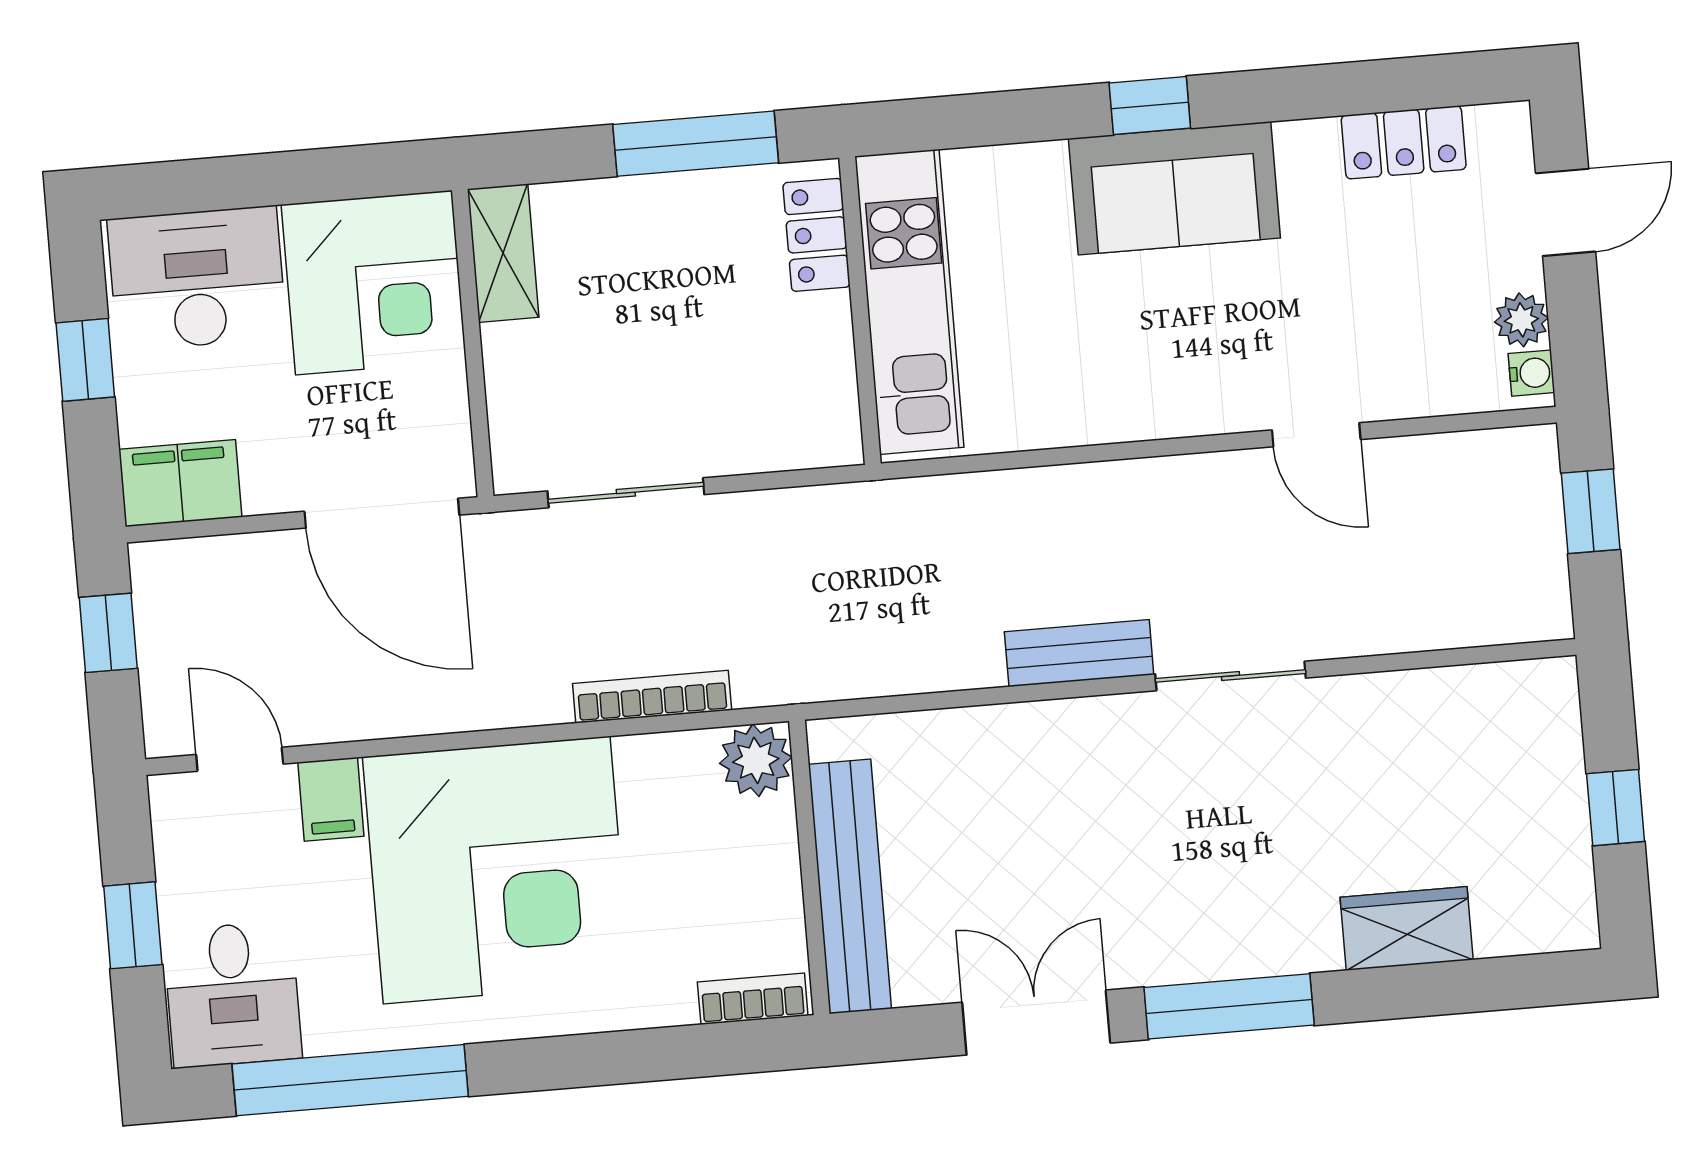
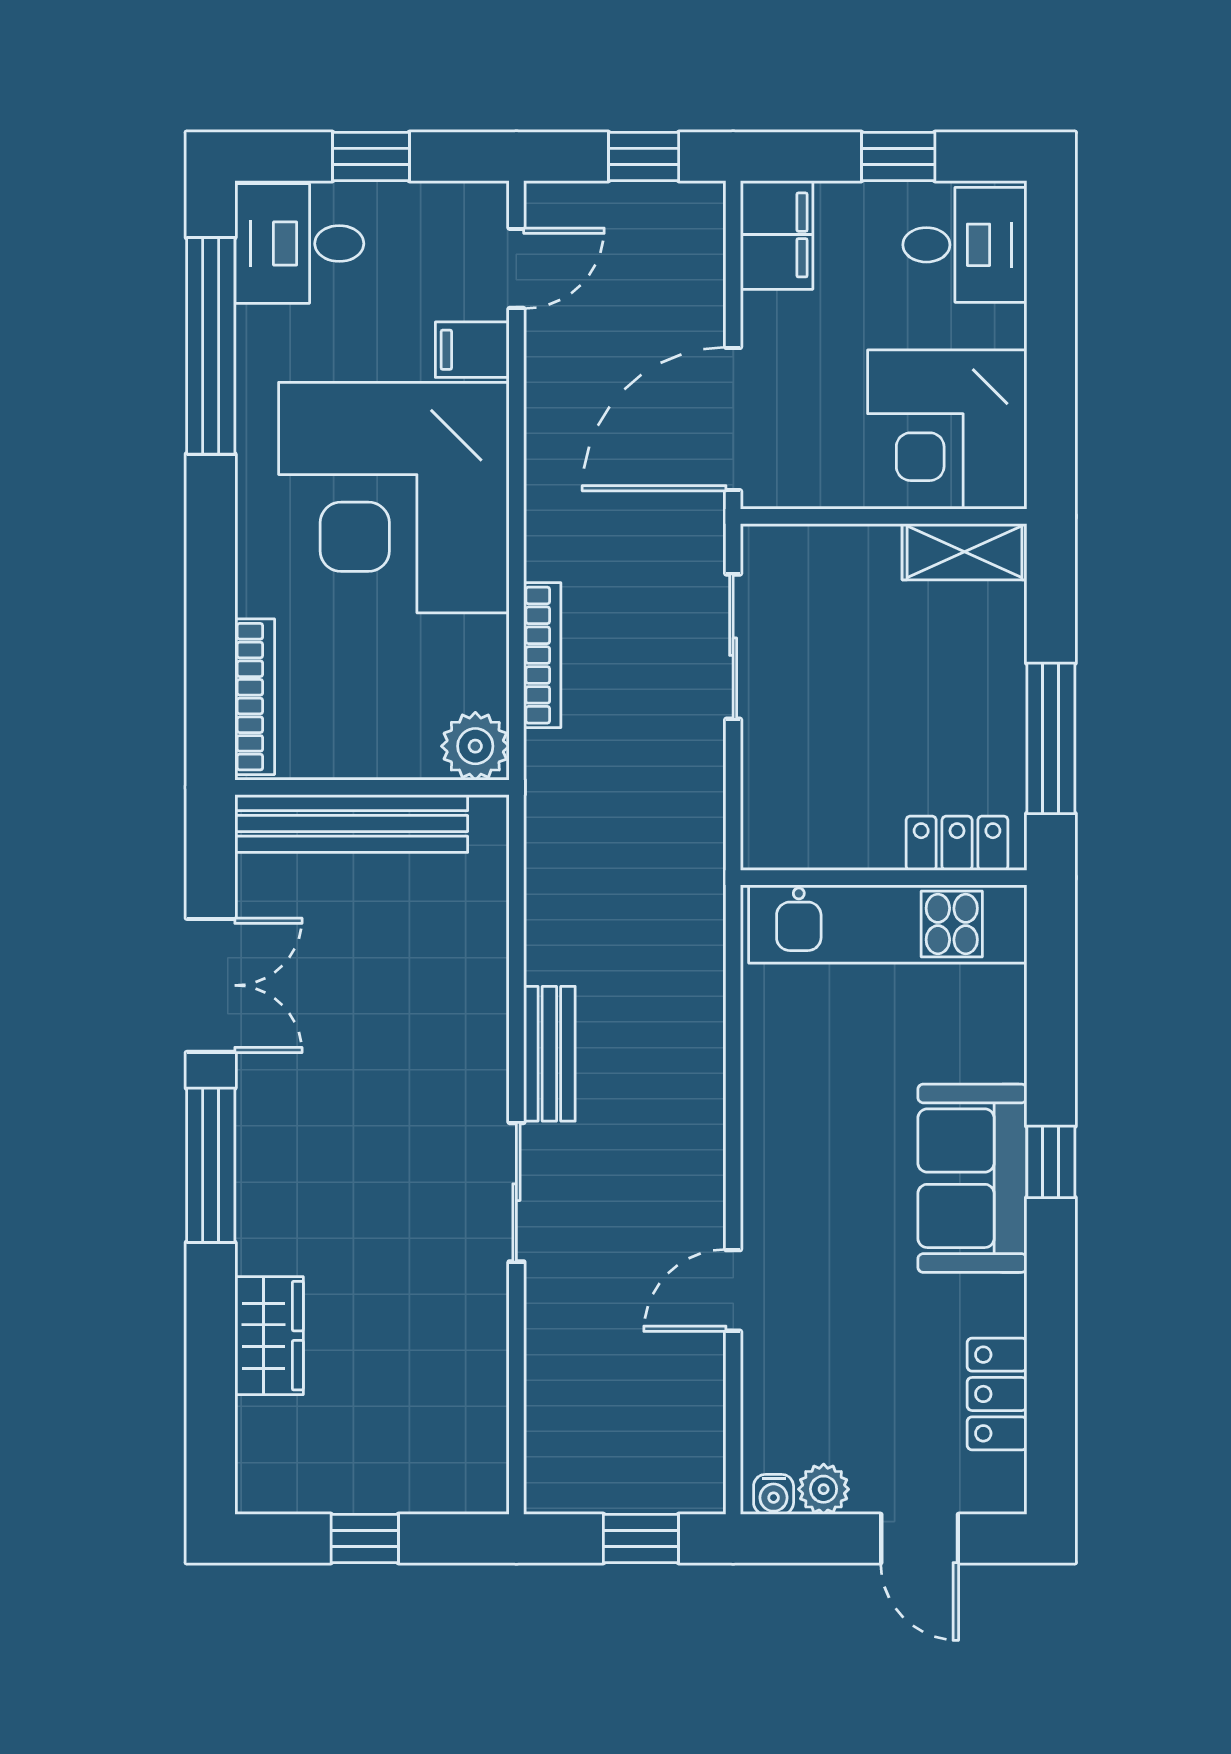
desk: (197, 278) -> (965, 245), width x0.73
bookcase: (753, 999) -> (255, 697), width x1.56

